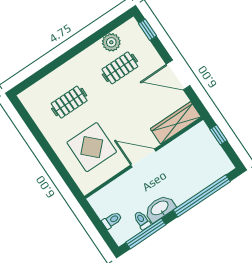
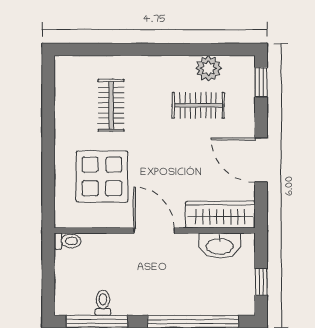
clothes rail: (69, 102) -> (111, 105), turned 90
window: (218, 135) -> (261, 282), moved
washbasin: (160, 208) -> (220, 246), moved, turned 180
toilet: (112, 220) -> (68, 241), moved

